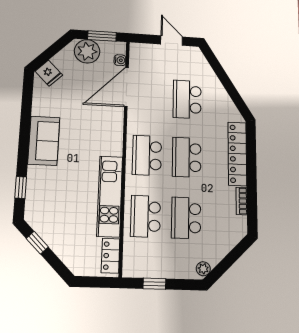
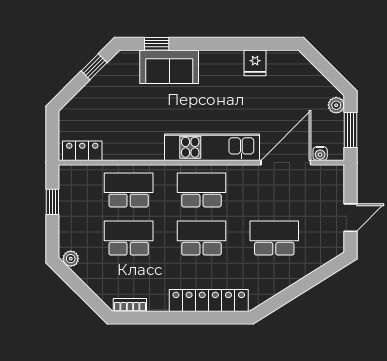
plant: (87, 51) -> (336, 105), width x0.53, depth x0.53
fridge: (49, 73) -> (255, 63), moved, turned -45
door: (126, 87) -> (286, 163), hinge flipped
sofa: (44, 141) -> (169, 67), moved
kitchen unit: (110, 196) -> (212, 147), moved
bookcase: (242, 201) -> (130, 305), moved

